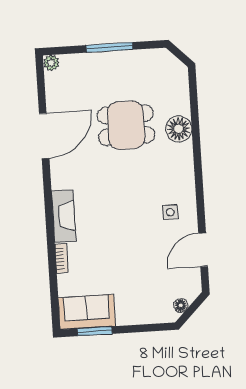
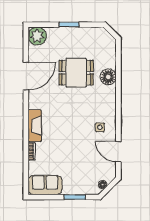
window: (109, 47) -> (69, 25), width x0.69
plant: (51, 63) -> (37, 36), width x1.87, depth x1.87
door: (203, 250) -> (118, 152), hinge flipped
window: (95, 331) -> (75, 197), moved

